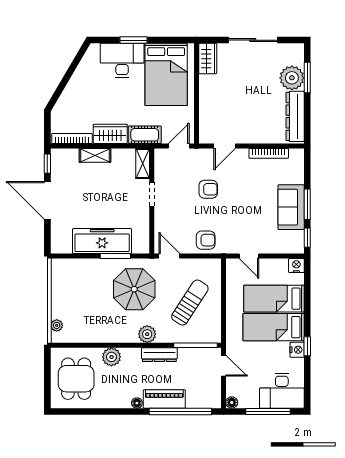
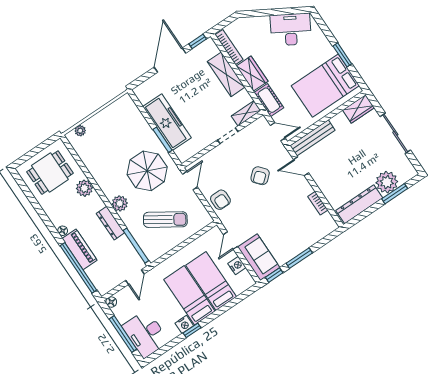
window: (134, 40) -> (342, 55), moved
desk: (122, 60) -> (291, 29), moved, turned -60
bench: (206, 118) -> (312, 138), added
bookcase: (269, 153) -> (318, 203), width x0.64
shelving: (95, 155) -> (226, 74), width x1.50, depth x1.33
armchair: (208, 189) -> (260, 176), turned 49
sofa: (291, 207) -> (259, 257), moved, turned 90
nightstand: (296, 266) -> (237, 265), moved

